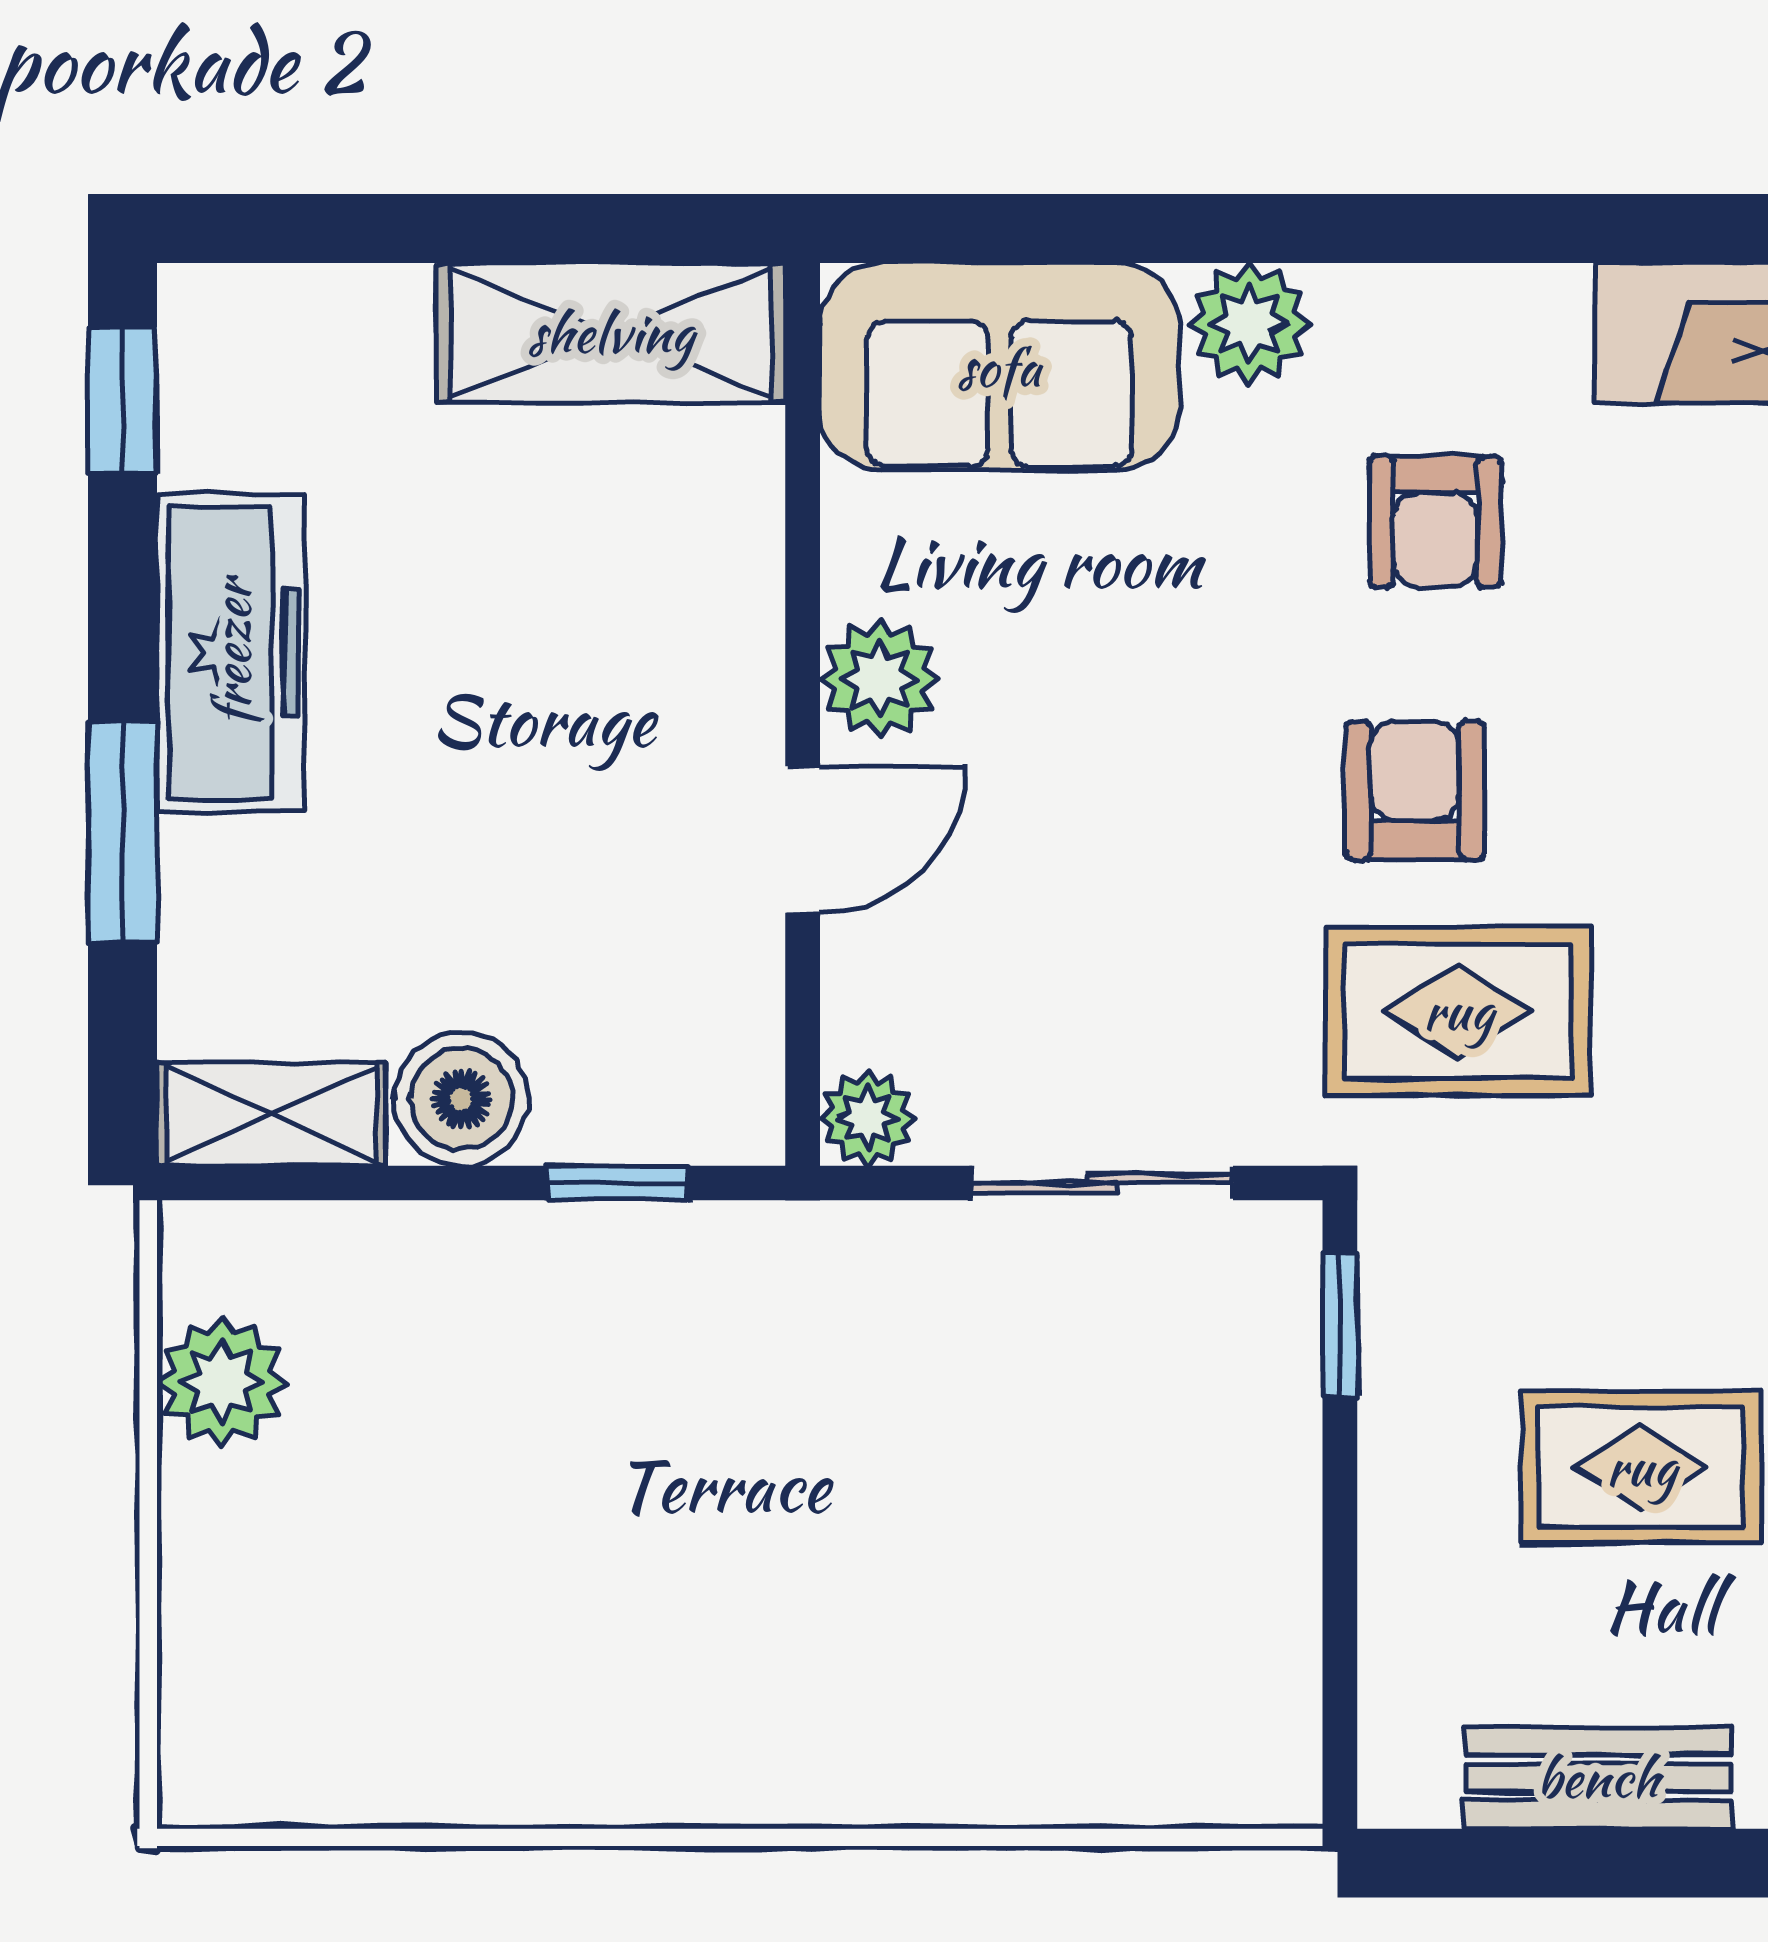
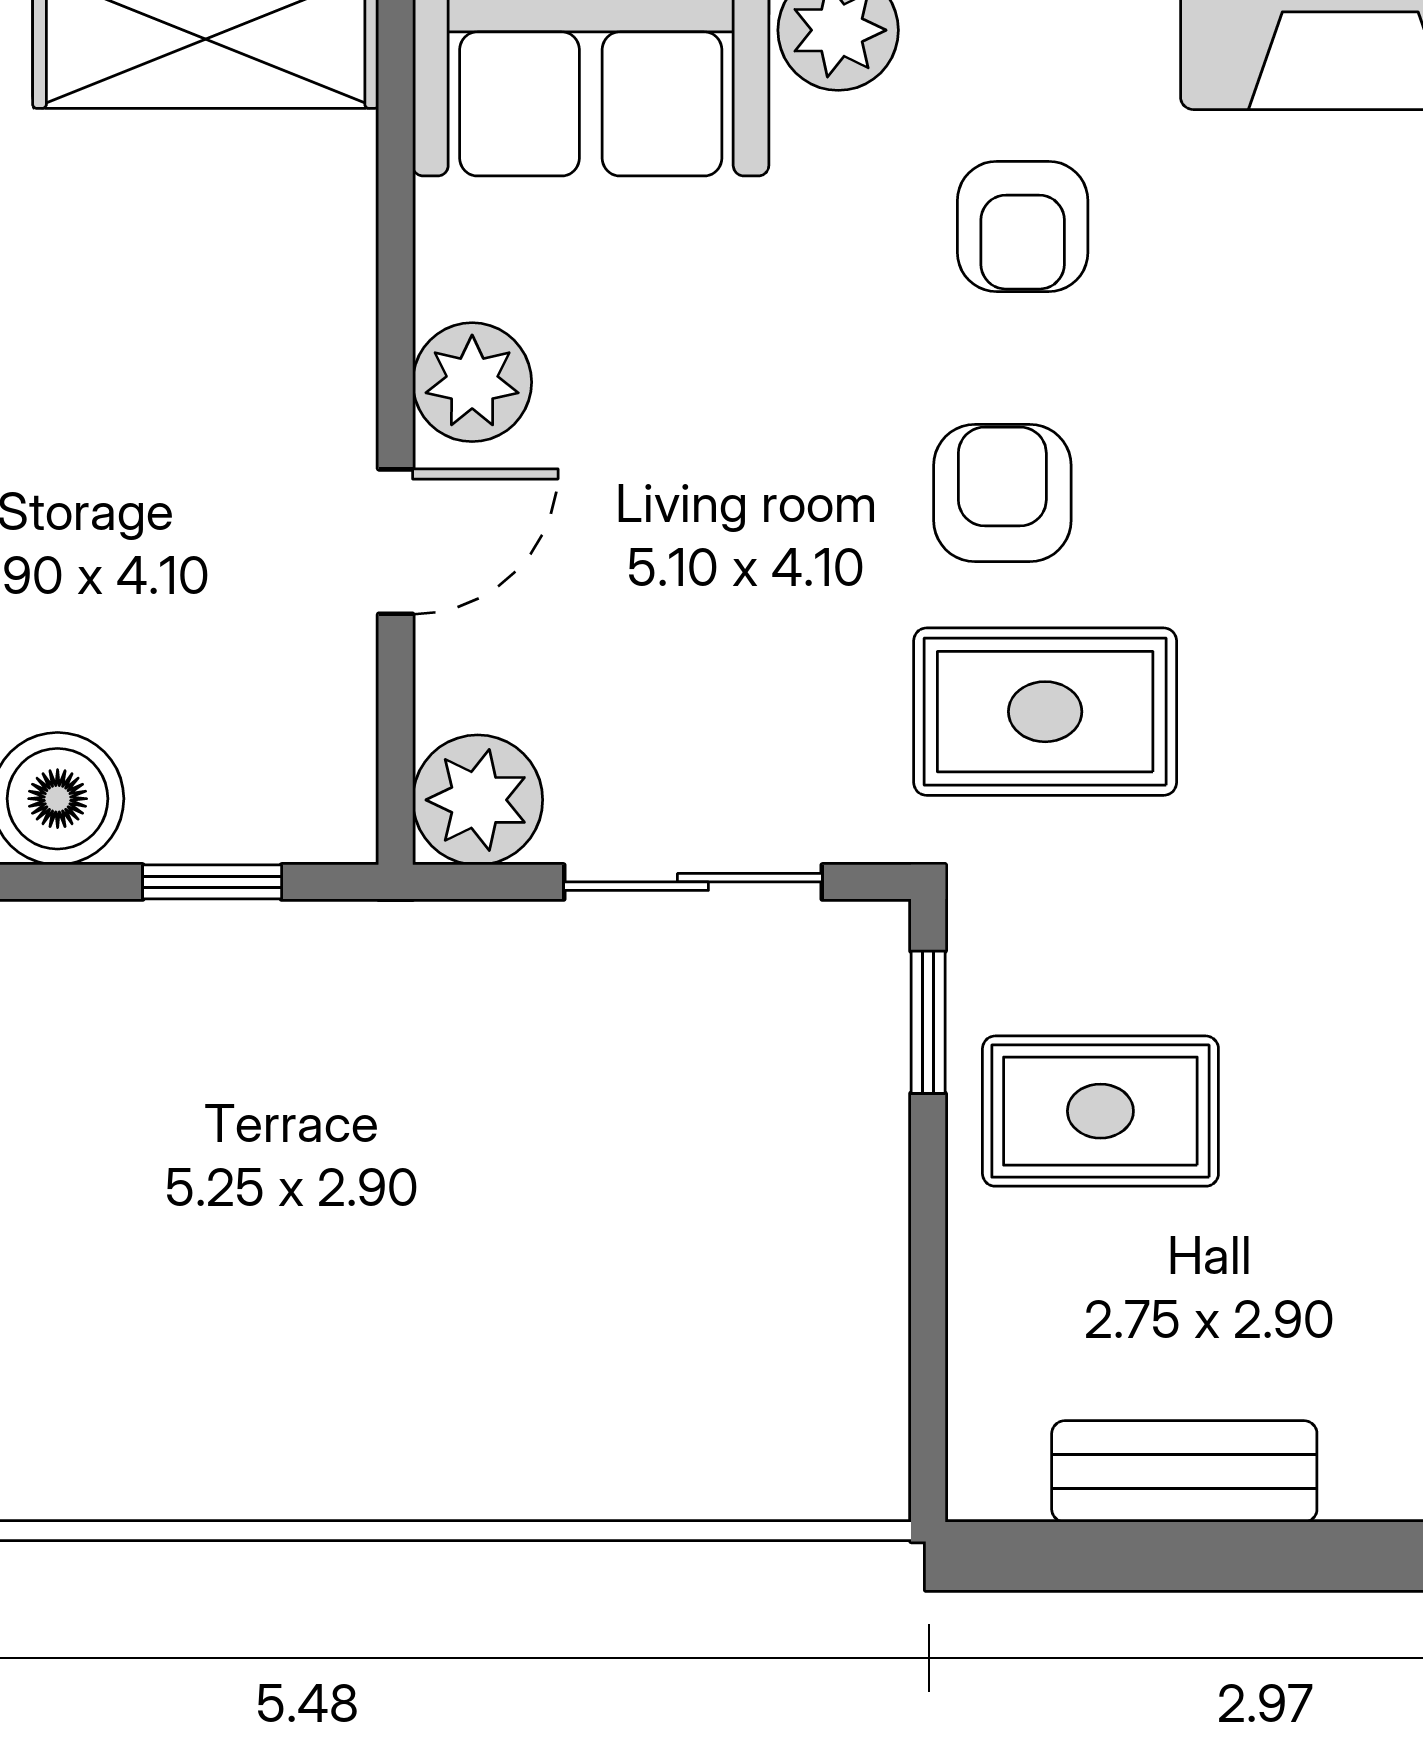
plant: (868, 1118) -> (478, 800), width x1.38, depth x1.38
rug: (1641, 1467) -> (1100, 1111), moved

